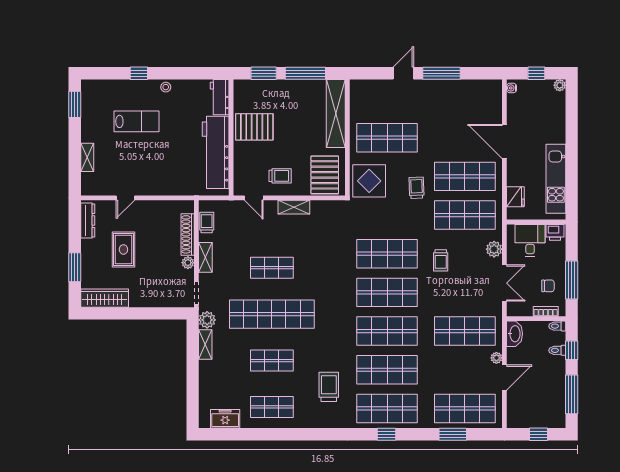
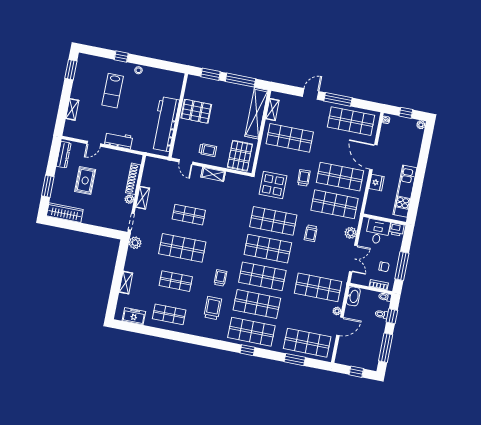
workbench: (220, 97) -> (119, 140), moved, turned 90
shop shelf: (465, 99) -> (351, 121), added
shelving: (356, 104) -> (272, 110), added
lab bench: (136, 121) -> (113, 91), turned 90
display table: (369, 181) -> (273, 185), moved
fridge: (515, 197) -> (377, 183), moved
trolley: (207, 223) -> (220, 278), moved
shop shelf: (272, 314) -> (182, 248), width x0.71
shelving: (205, 344) -> (126, 283), moved

